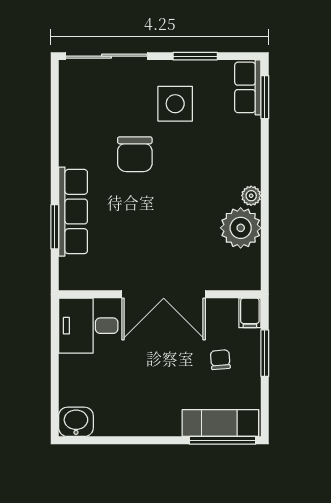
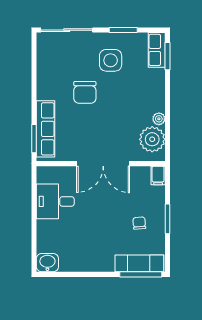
wall: (160, 294) -> (101, 164), moved
double door: (164, 294) -> (103, 164), moved
filing cabinet: (250, 313) -> (158, 175), moved

